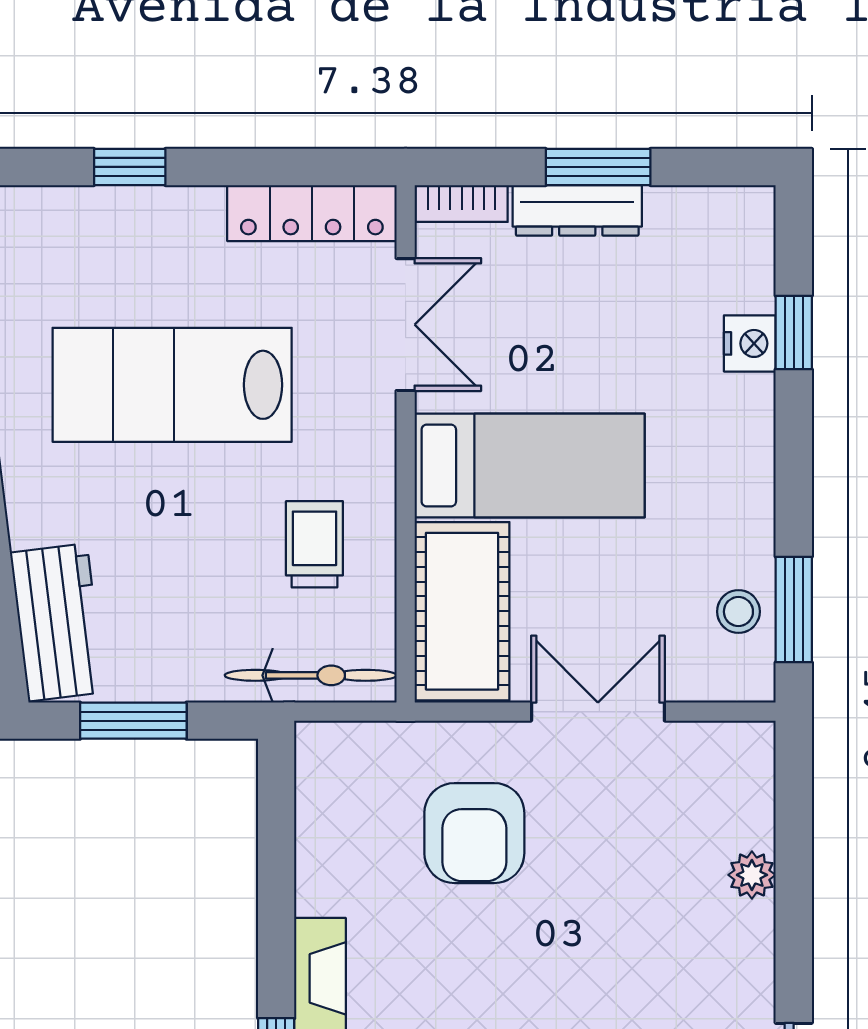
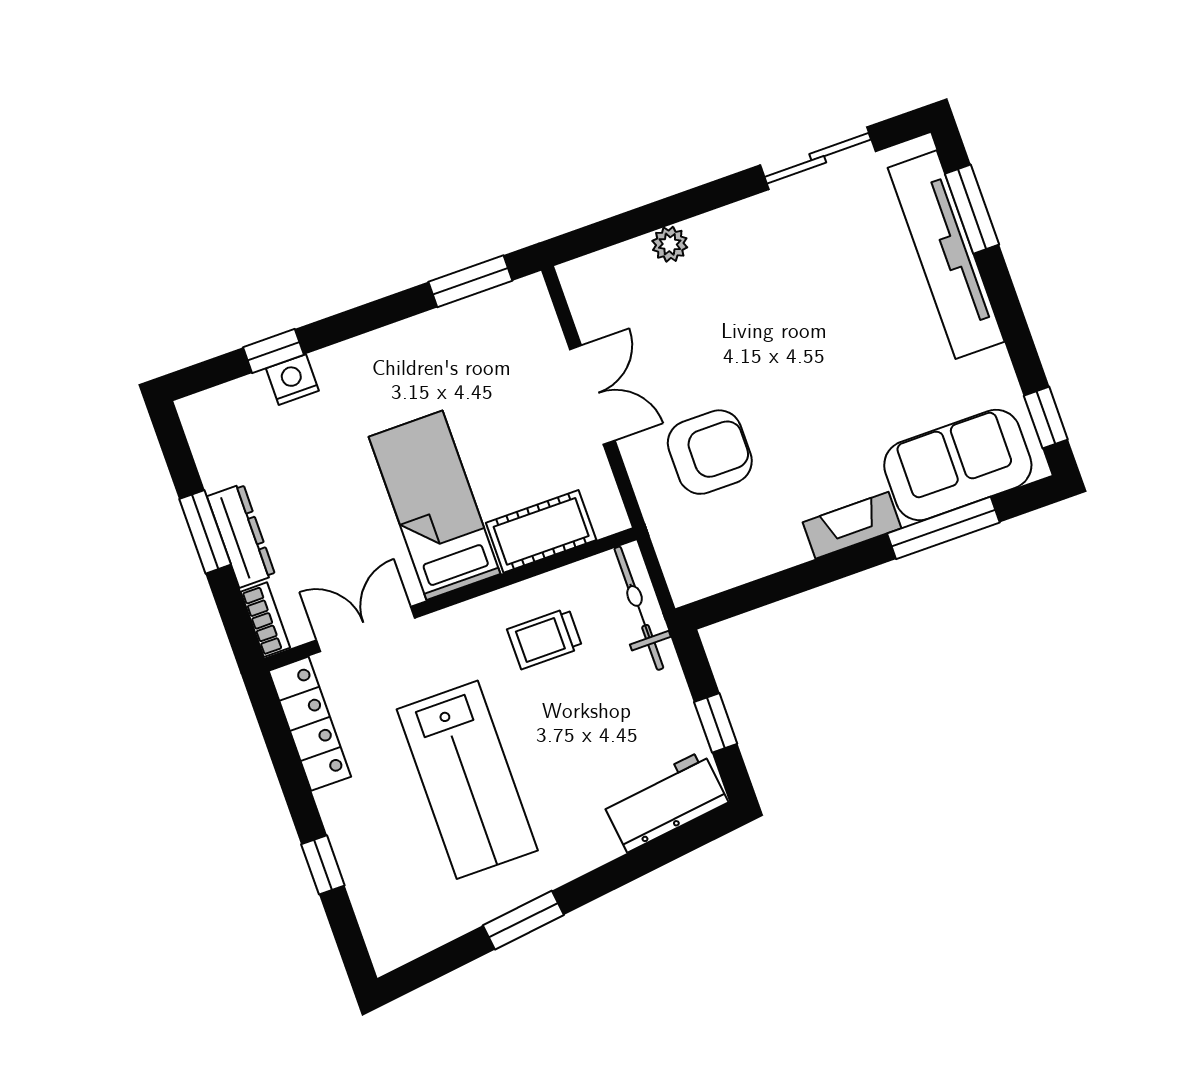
cot: (462, 611) -> (541, 531), width x0.73, depth x0.75
stool: (738, 612) -> (486, 320), removed
double door: (598, 712) -> (592, 395), swing flipped
window: (133, 721) -> (716, 723), width x0.67

